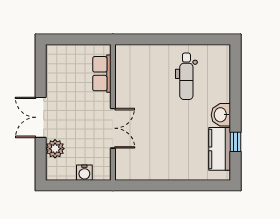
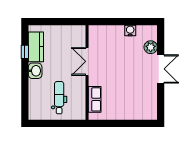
row of seats: (102, 74) -> (95, 99), moved
wall: (113, 112) -> (87, 72), moved
double door: (113, 128) -> (87, 61), moved

